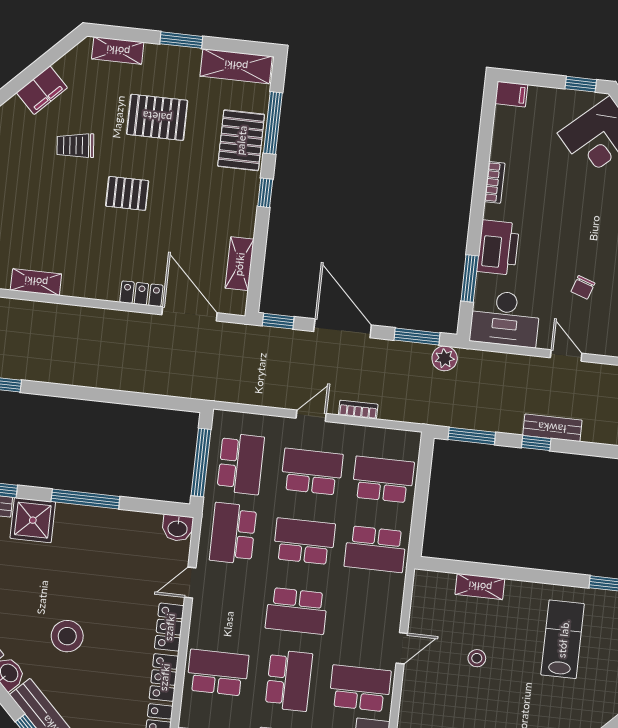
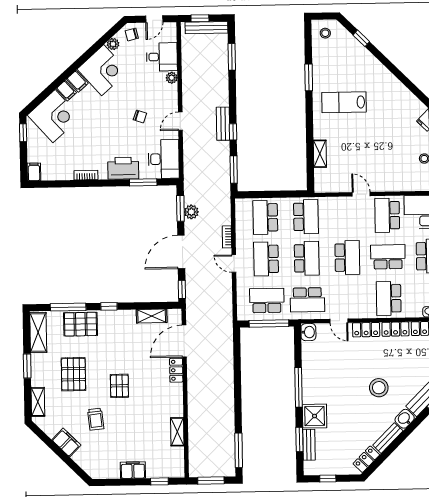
plant: (445, 358) -> (191, 212), moved
school desk: (304, 541) -> (307, 258), turned 180
stool: (477, 658) -> (361, 150), removed

